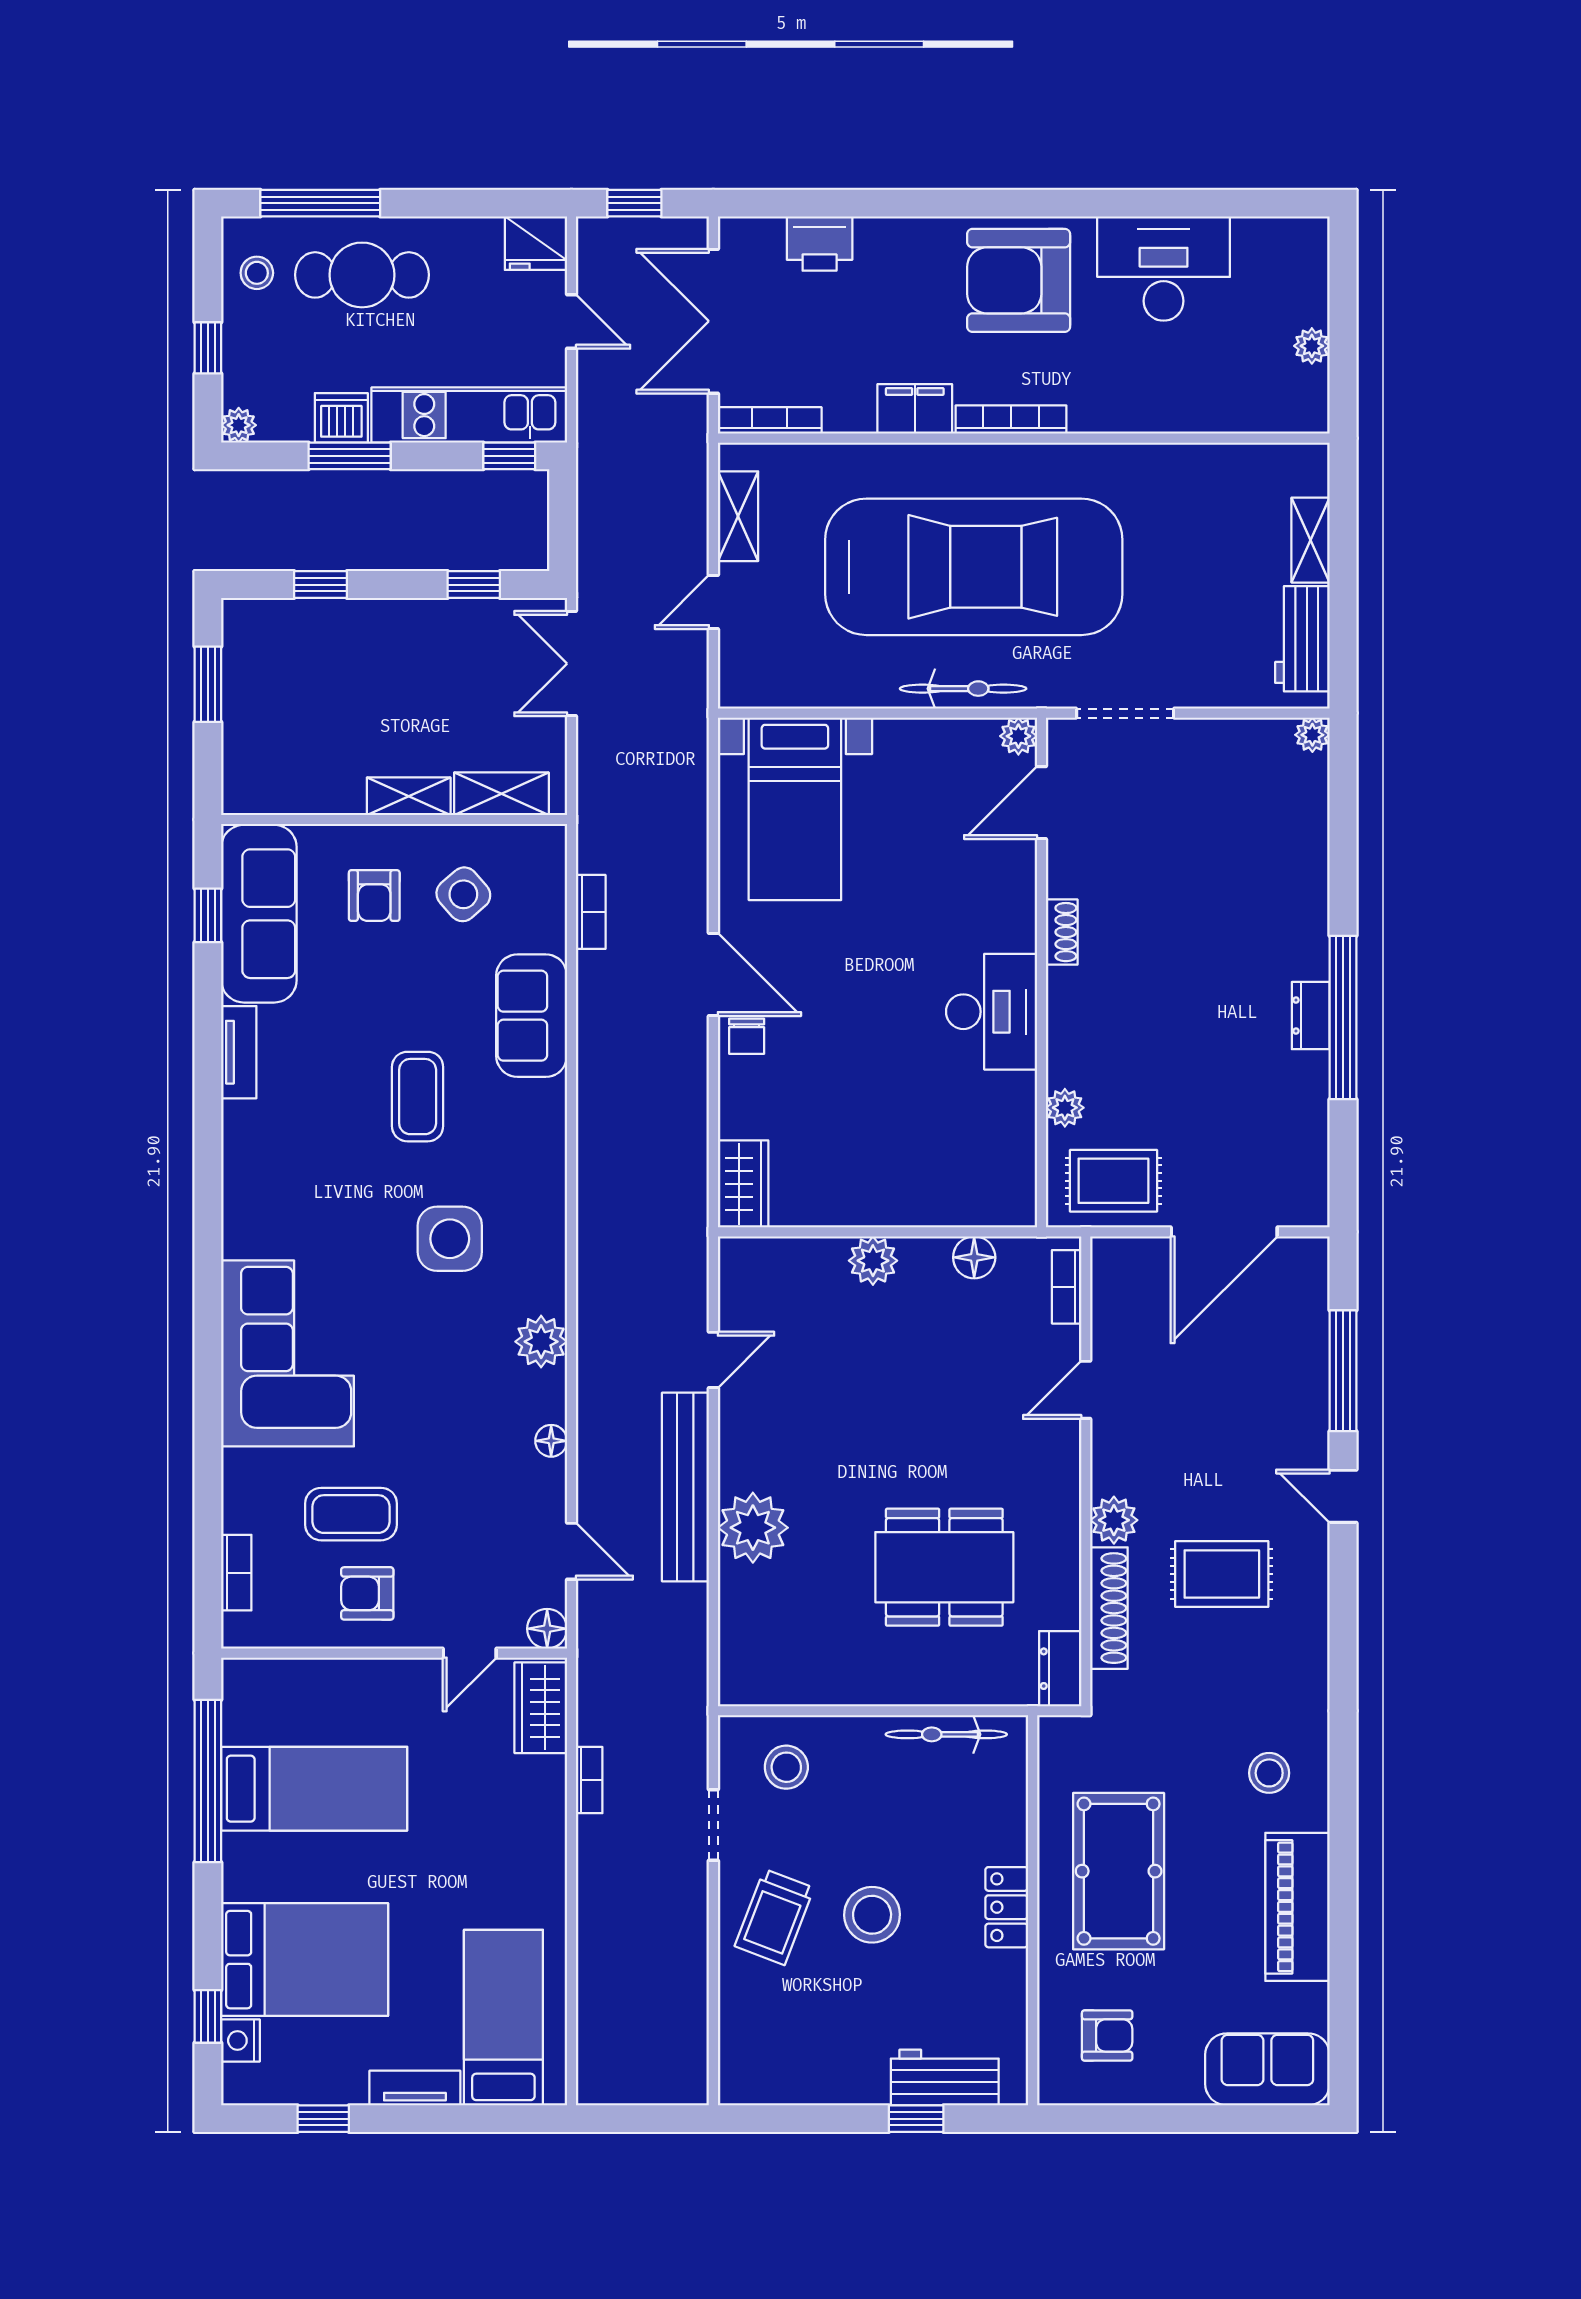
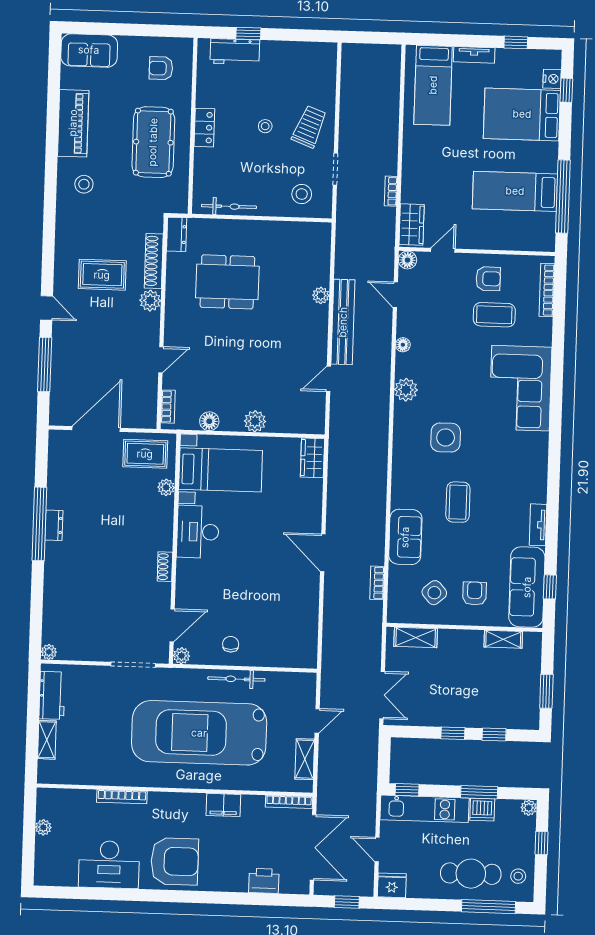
bookcase: (1011, 420) -> (122, 797), moved
window: (474, 585) -> (453, 733), moved
bicycle: (963, 689) -> (236, 679), moved
shelving: (409, 796) -> (503, 639), moved
bed with nightstands: (795, 809) -> (221, 470), moved, turned 90
chair: (747, 1036) -> (231, 644), moved
plant: (753, 1528) -> (321, 295), width x0.53, depth x0.53
bookcase: (236, 1573) -> (547, 290), width x1.56
stool: (872, 1915) -> (265, 126), width x0.53, depth x0.53

